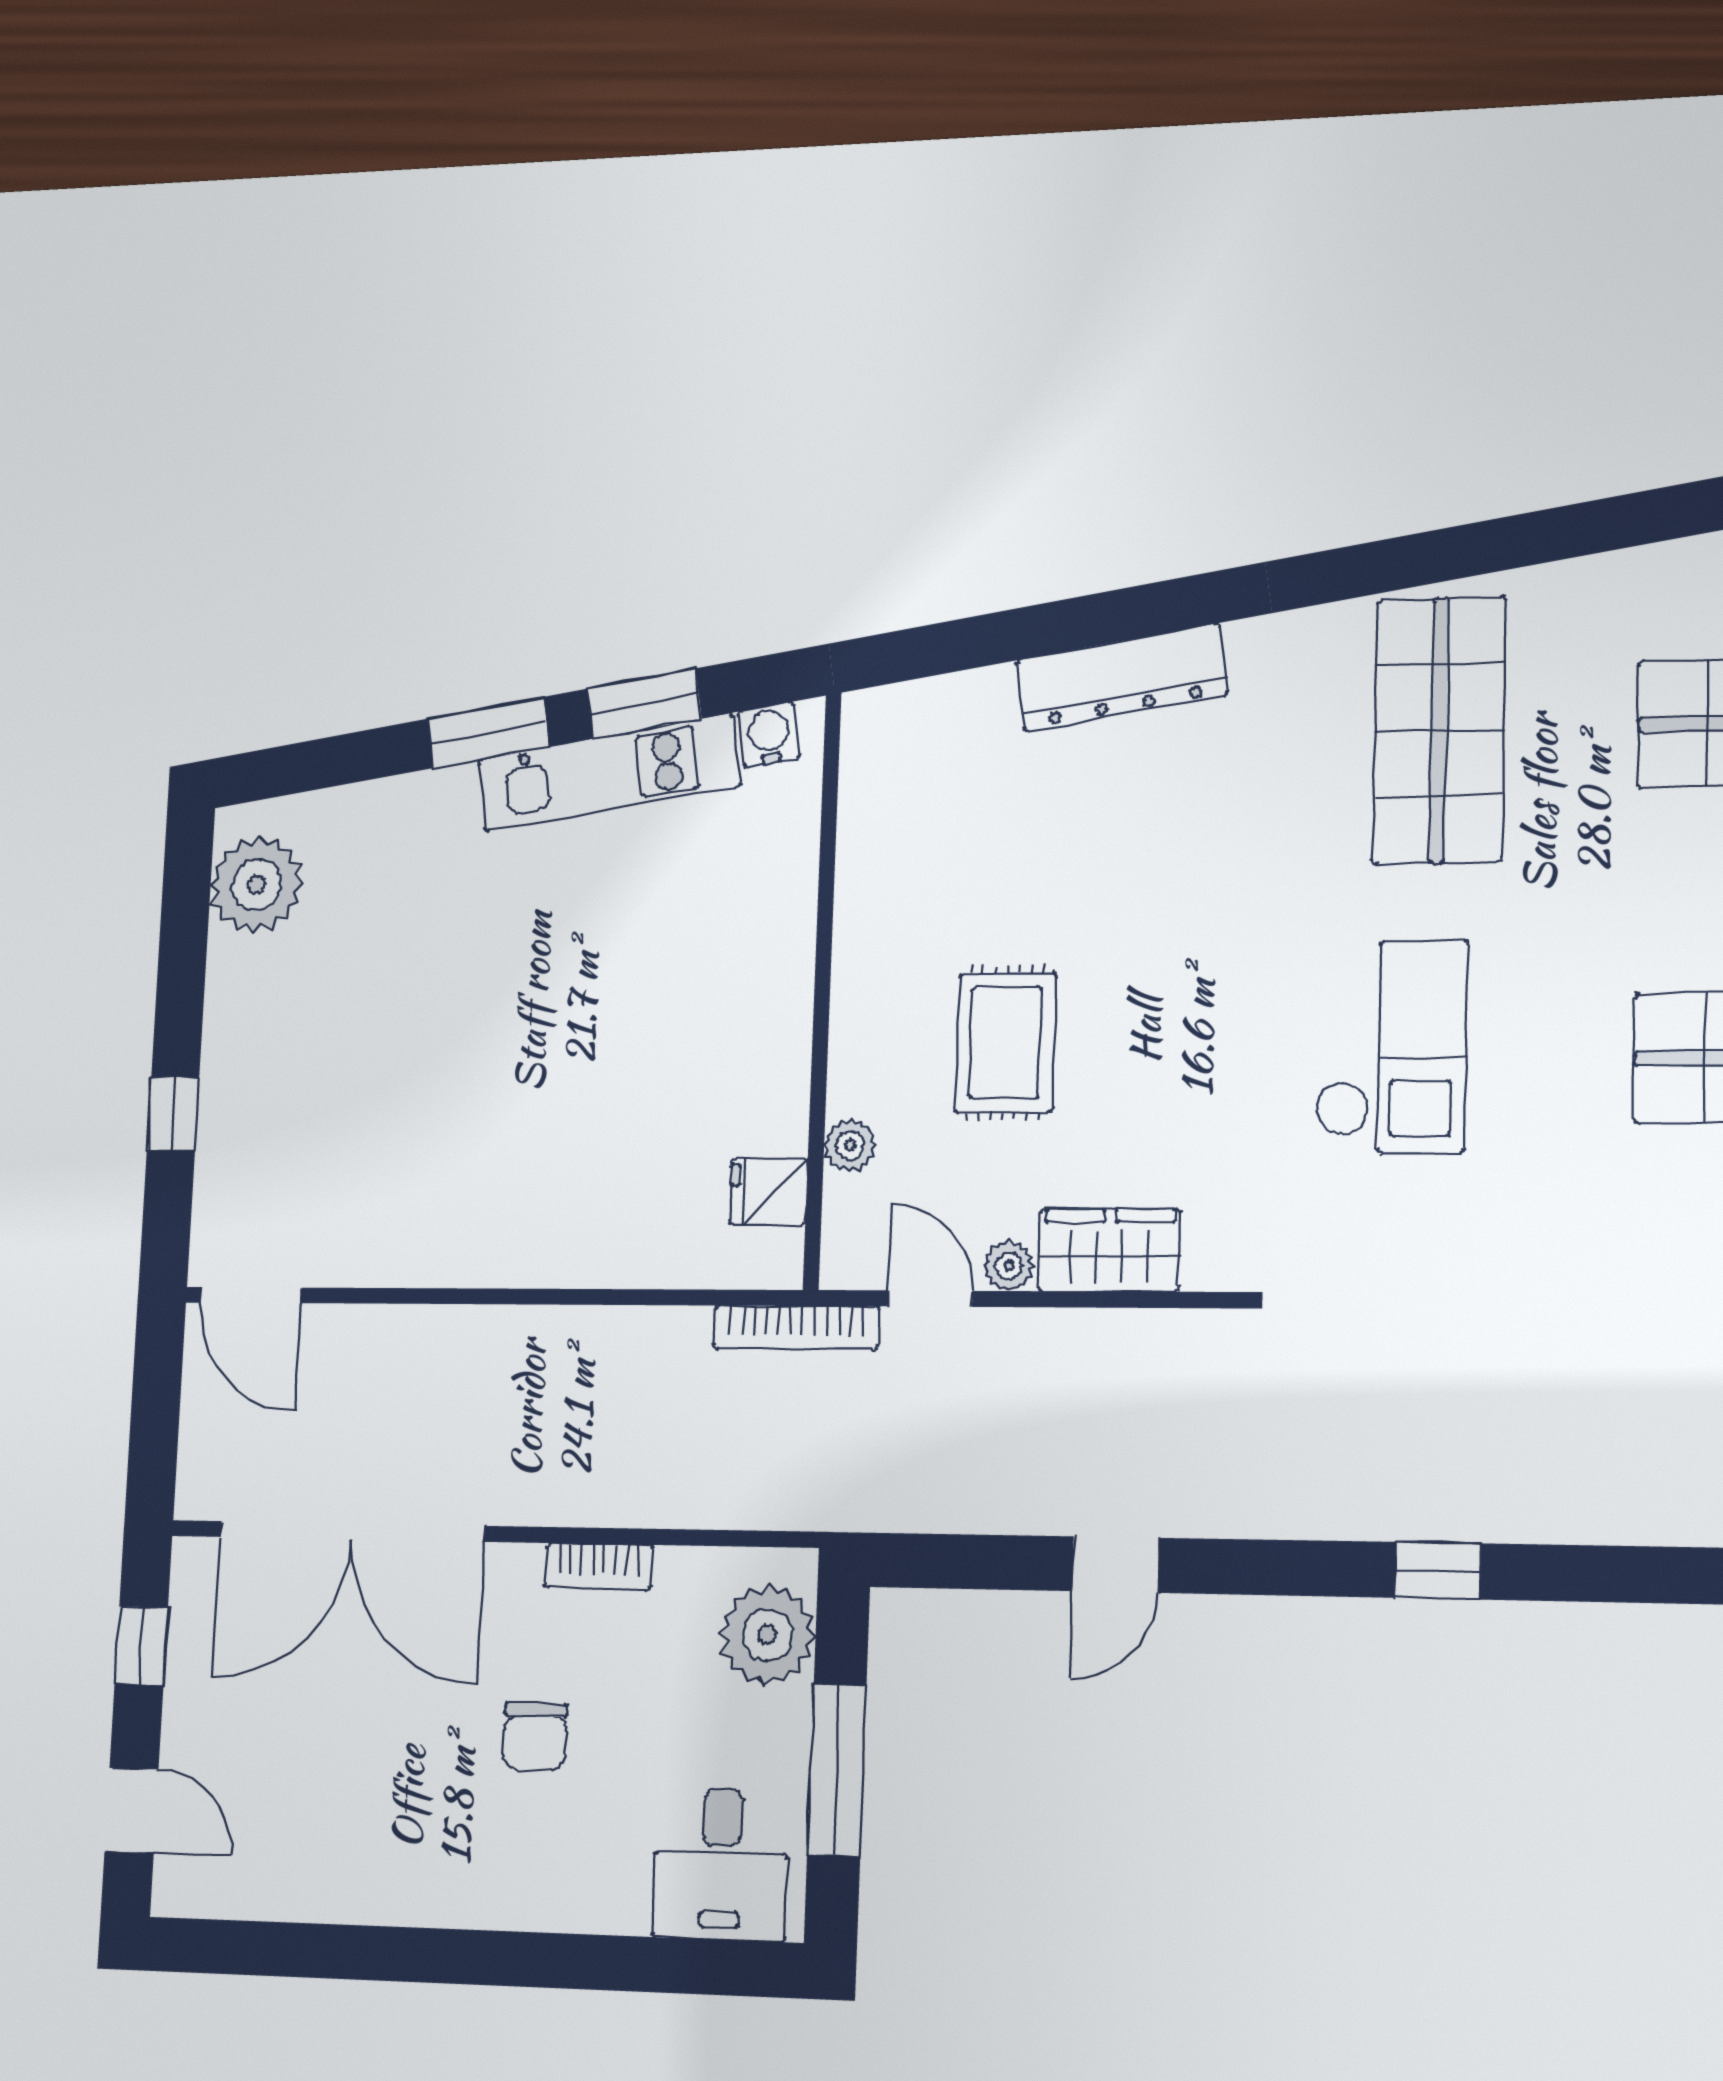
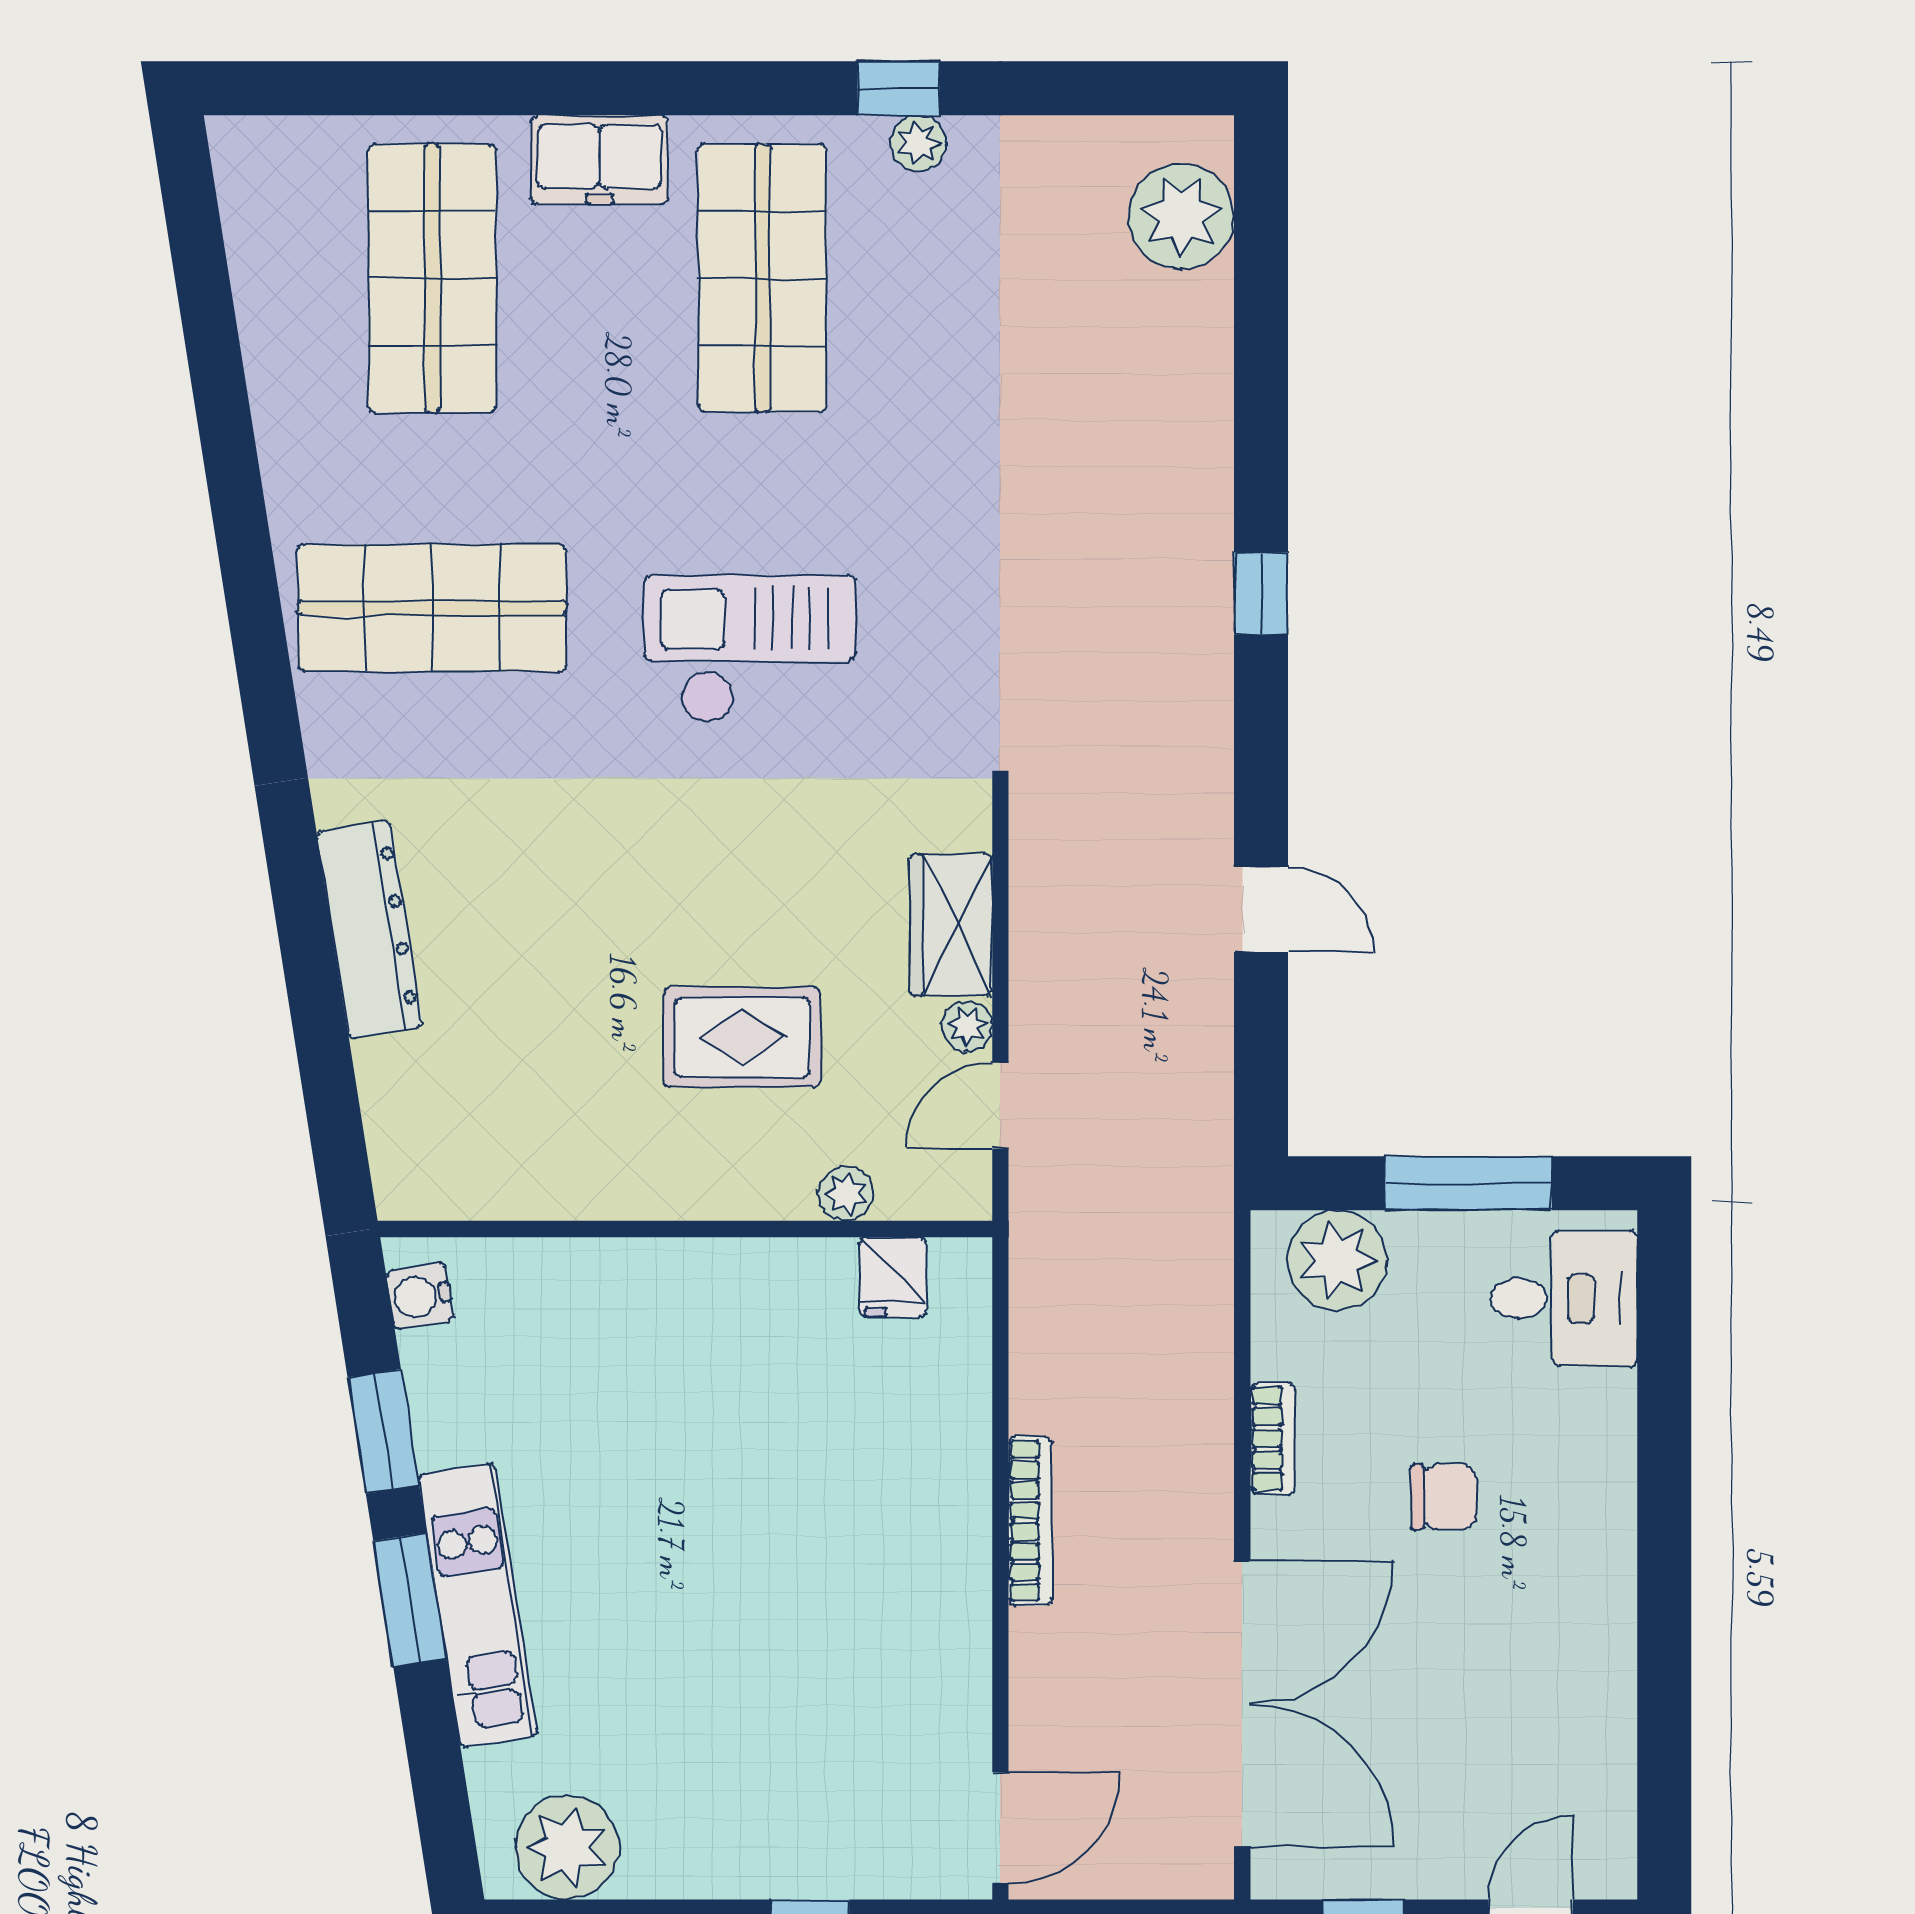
kitchen unit: (608, 773) -> (477, 1605), moved
bookcase: (796, 1327) -> (1030, 1521), moved

